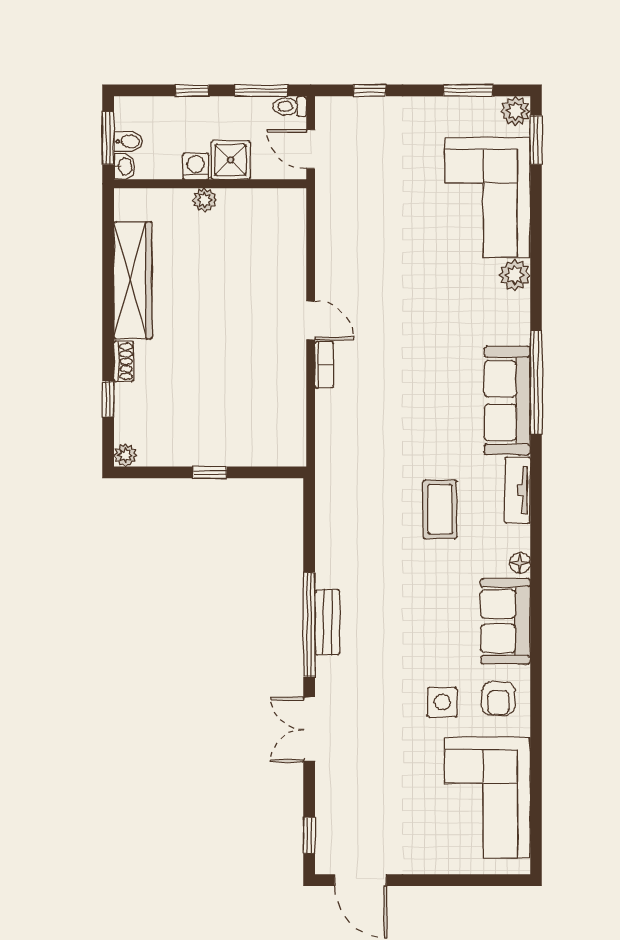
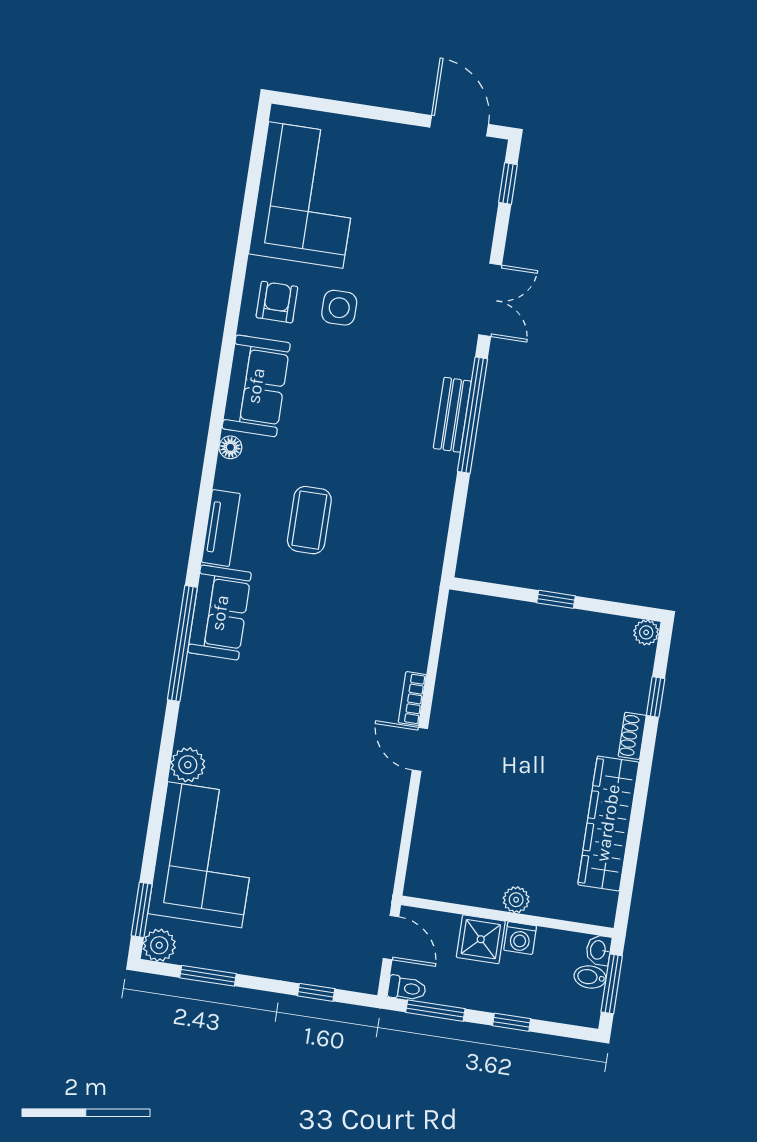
sofa: (507, 400) -> (220, 613), width x0.73

